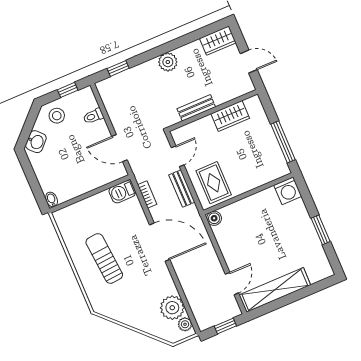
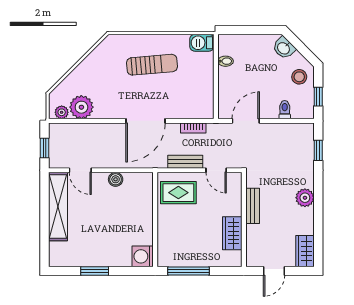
barbecue: (122, 192) -> (202, 43), moved, turned -90
bidet: (52, 200) -> (226, 61), moved
boiler: (214, 218) -> (116, 179), moved

